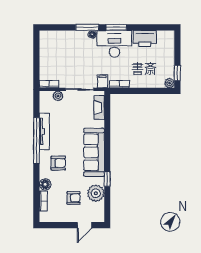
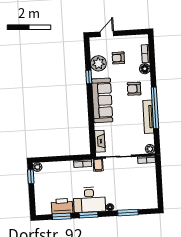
window: (87, 27) -> (128, 213), moved
window: (146, 27) -> (62, 216), added
plant: (58, 96) -> (150, 149), moved

